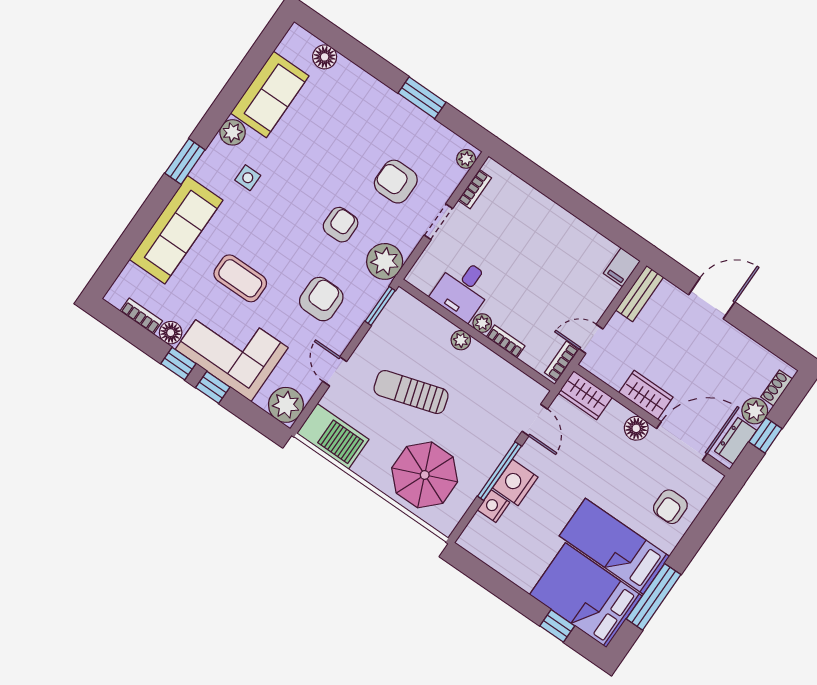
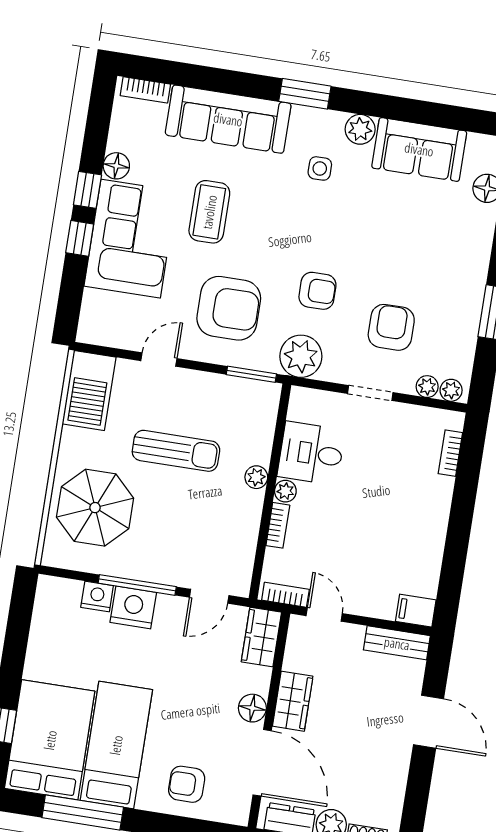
bookcase: (475, 189) -> (450, 453), moved, turned 90
armchair: (321, 299) -> (229, 308), width x1.36, depth x1.36
bookcase: (141, 316) -> (145, 90), moved, turned 90
sun lounger: (411, 392) -> (176, 451), turned 107
plant: (286, 405) -> (427, 387), moved, width x0.53, depth x0.53

